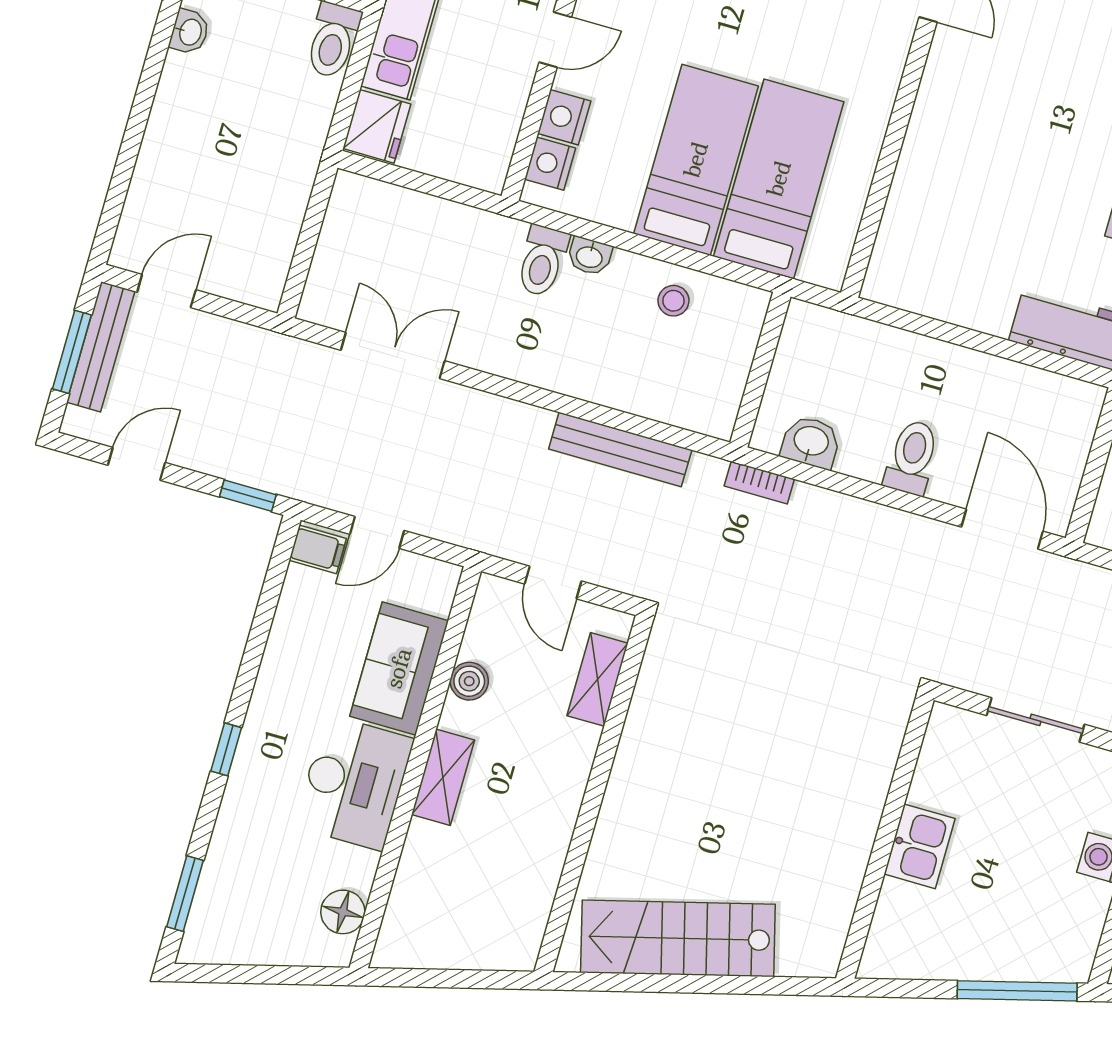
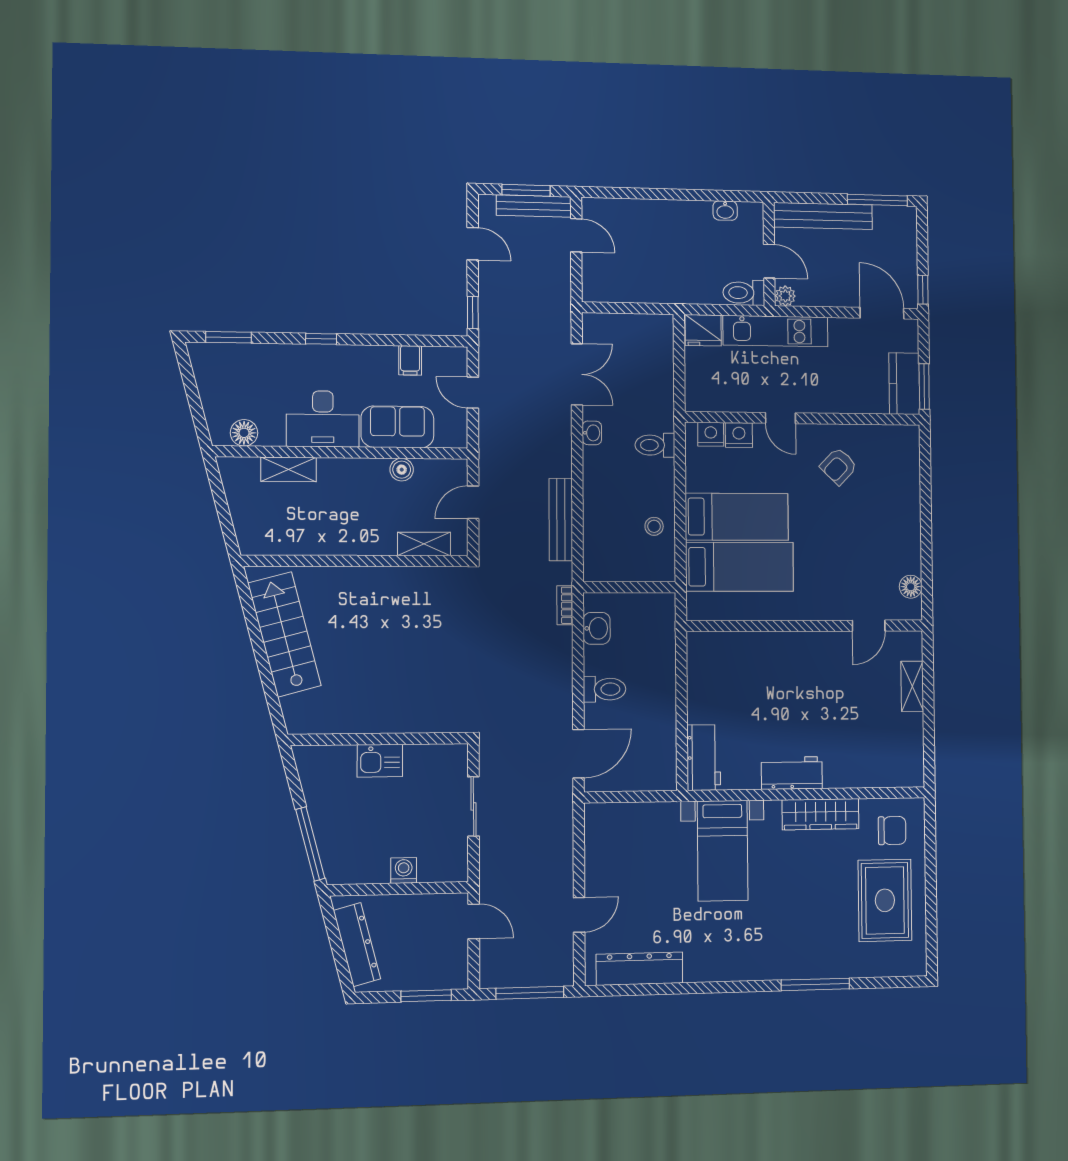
washbasin: (589, 256) -> (592, 433), moved, turned 180
filing cabinet: (318, 549) -> (410, 360), moved
shelving: (443, 777) -> (289, 469), moved

